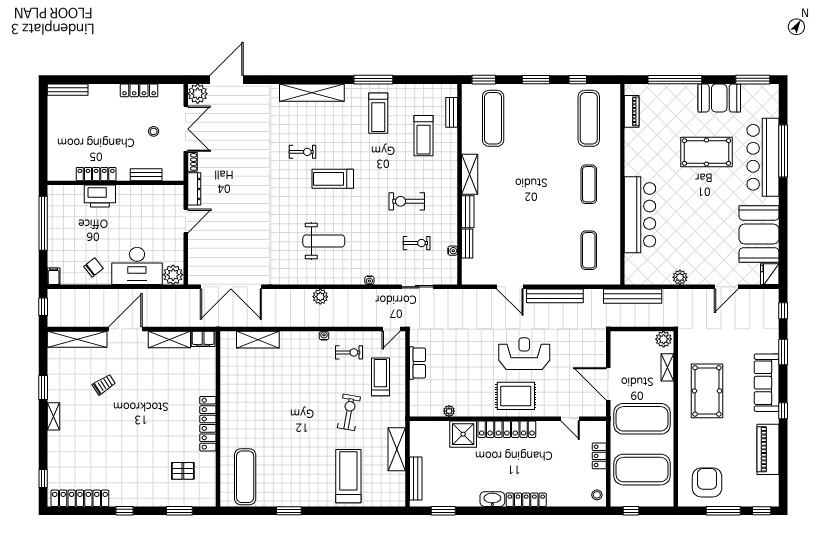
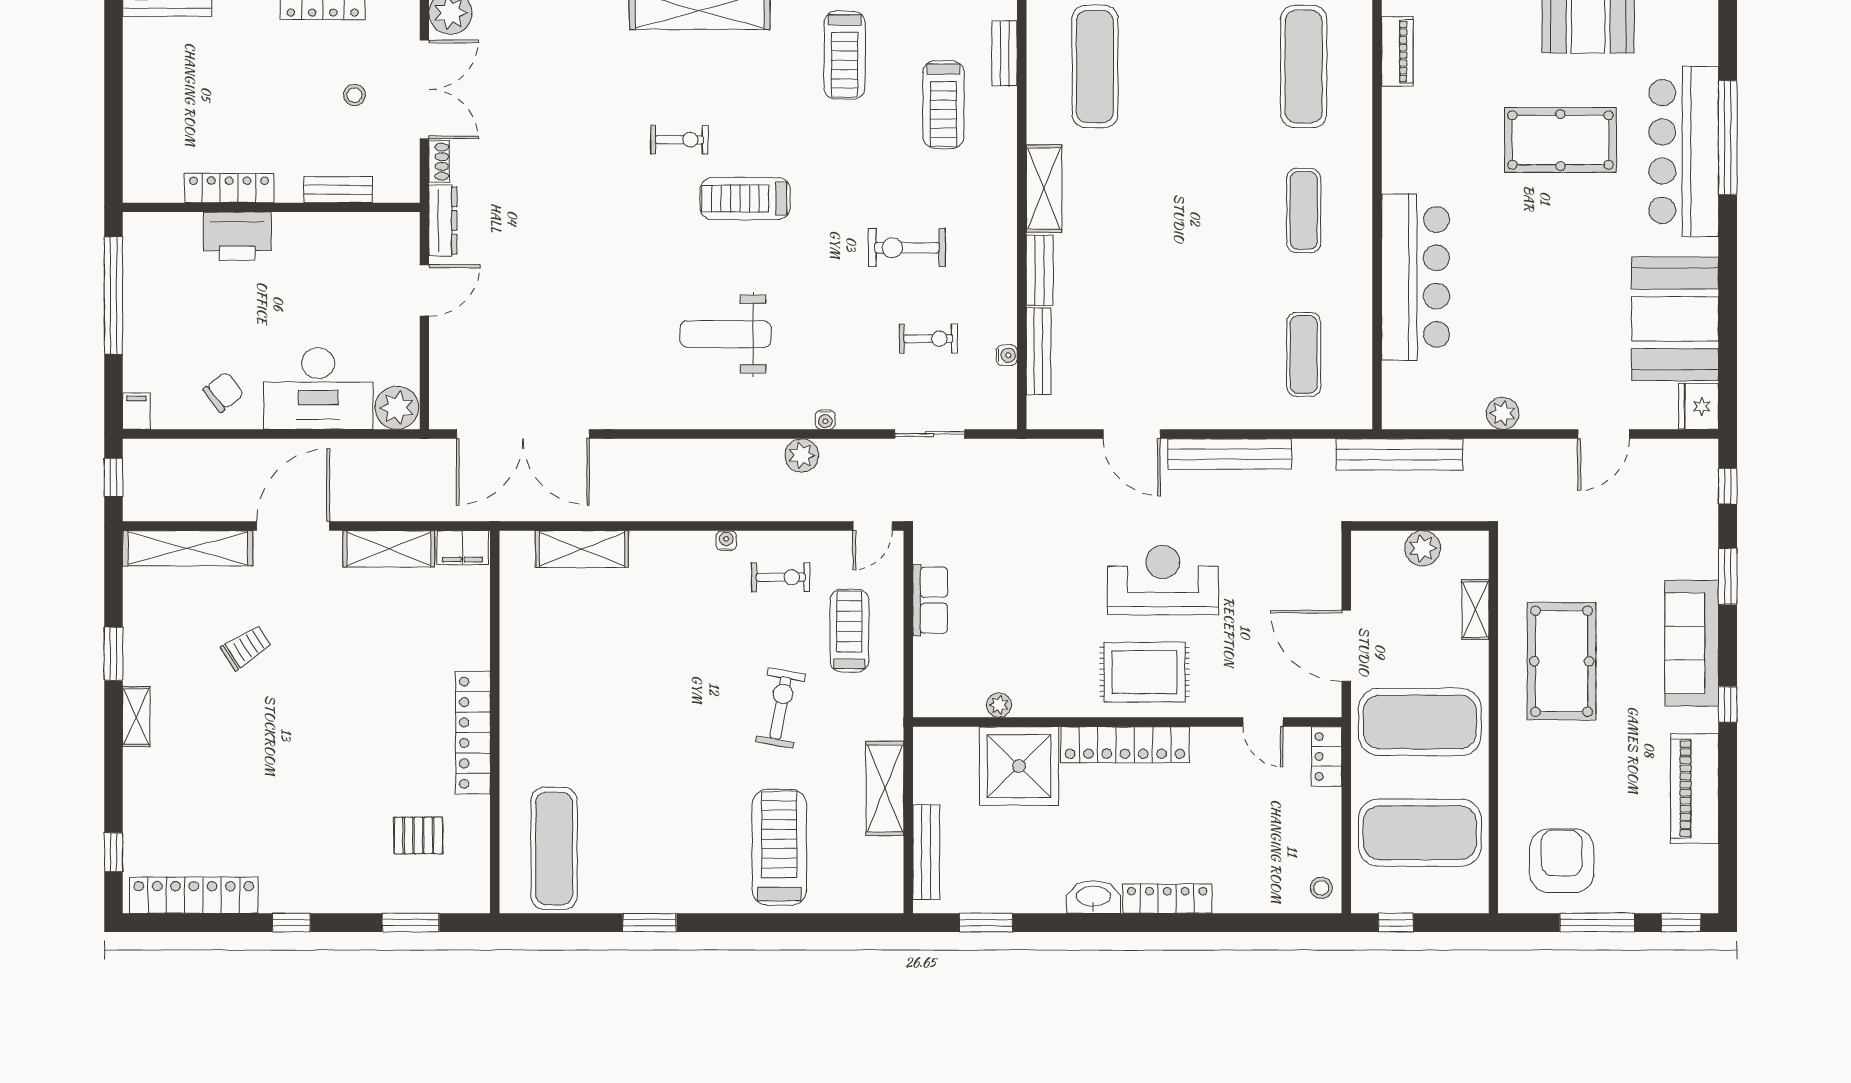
weight bench: (324, 241) -> (726, 334), turned 180
bench: (467, 244) -> (1038, 351), width x1.36
plant: (320, 297) -> (802, 455), moved
plant: (664, 339) -> (1423, 548), moved
shower: (463, 434) -> (1019, 766), width x1.37, depth x1.37
locker: (599, 456) -> (1327, 756), moved

